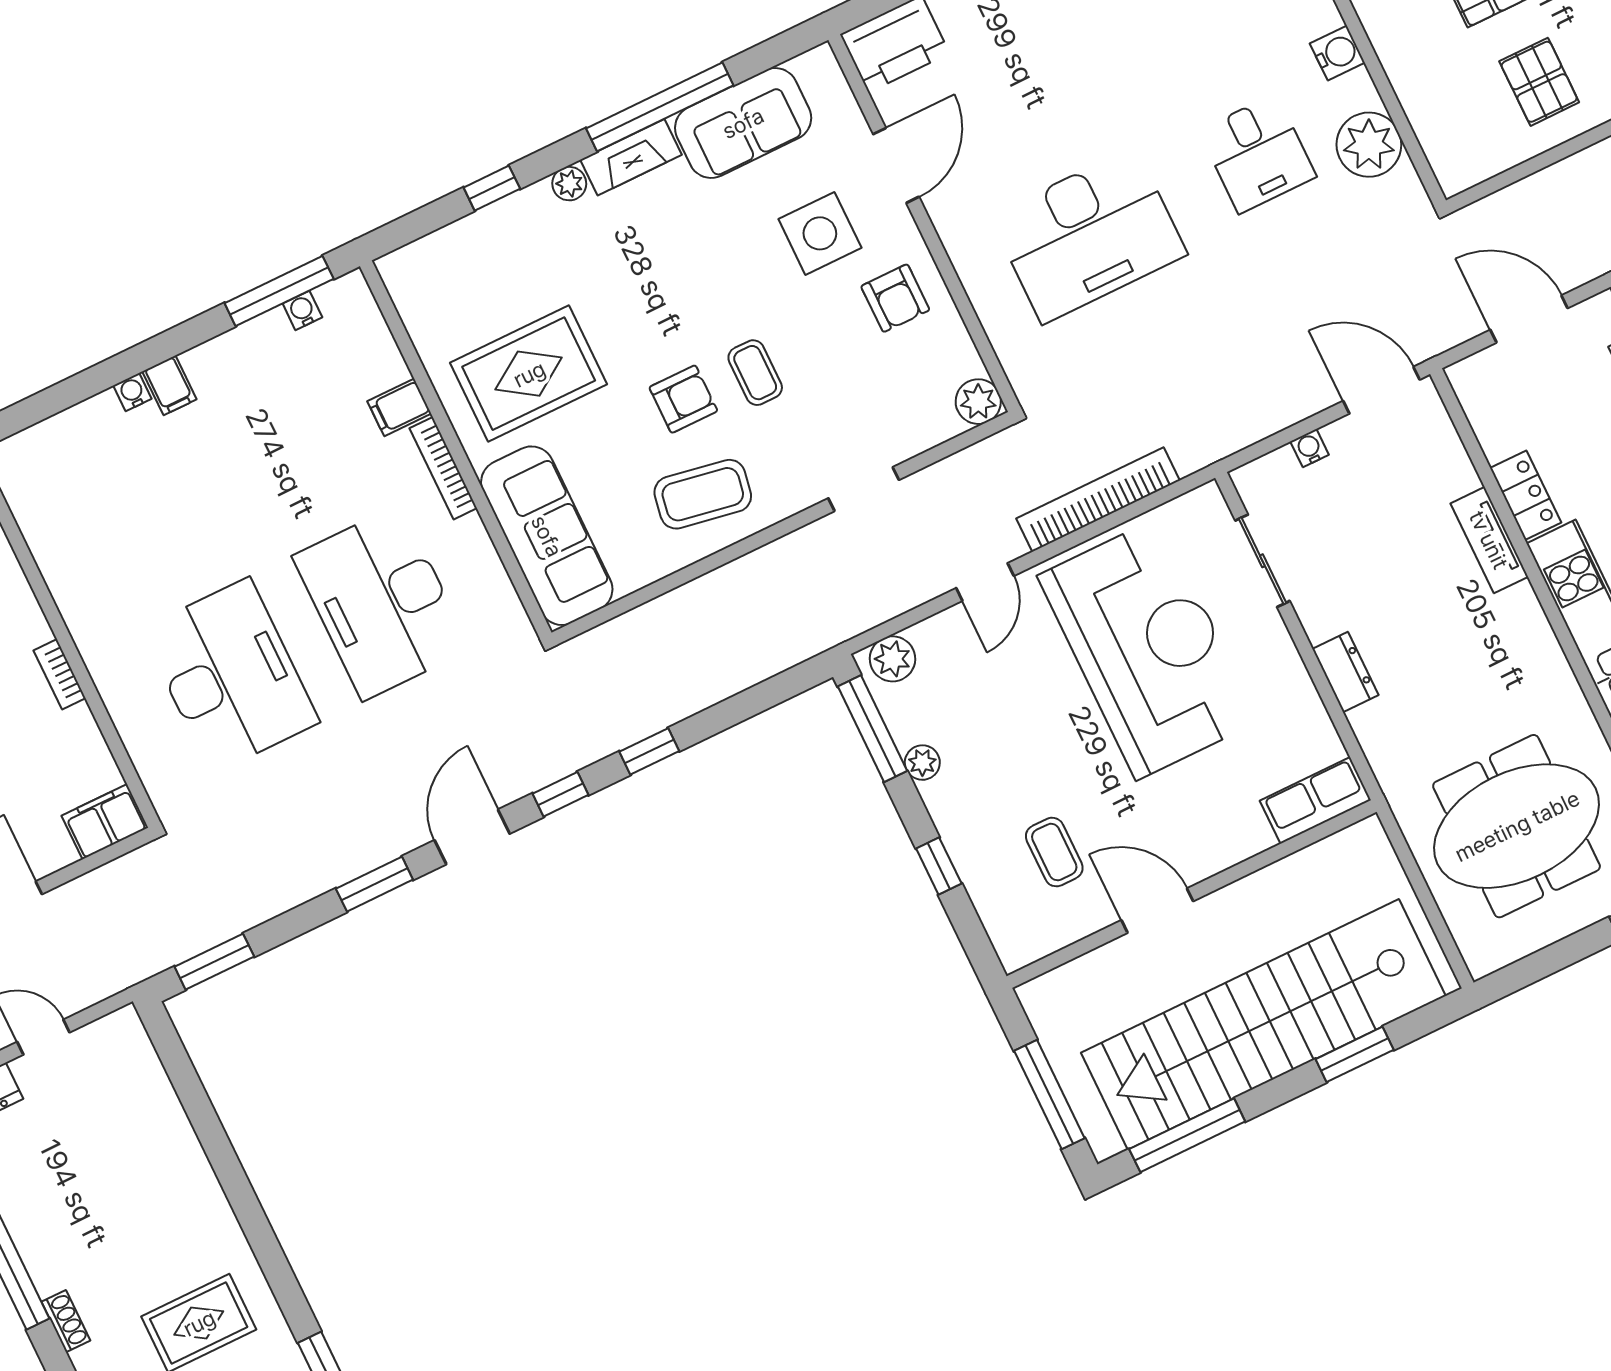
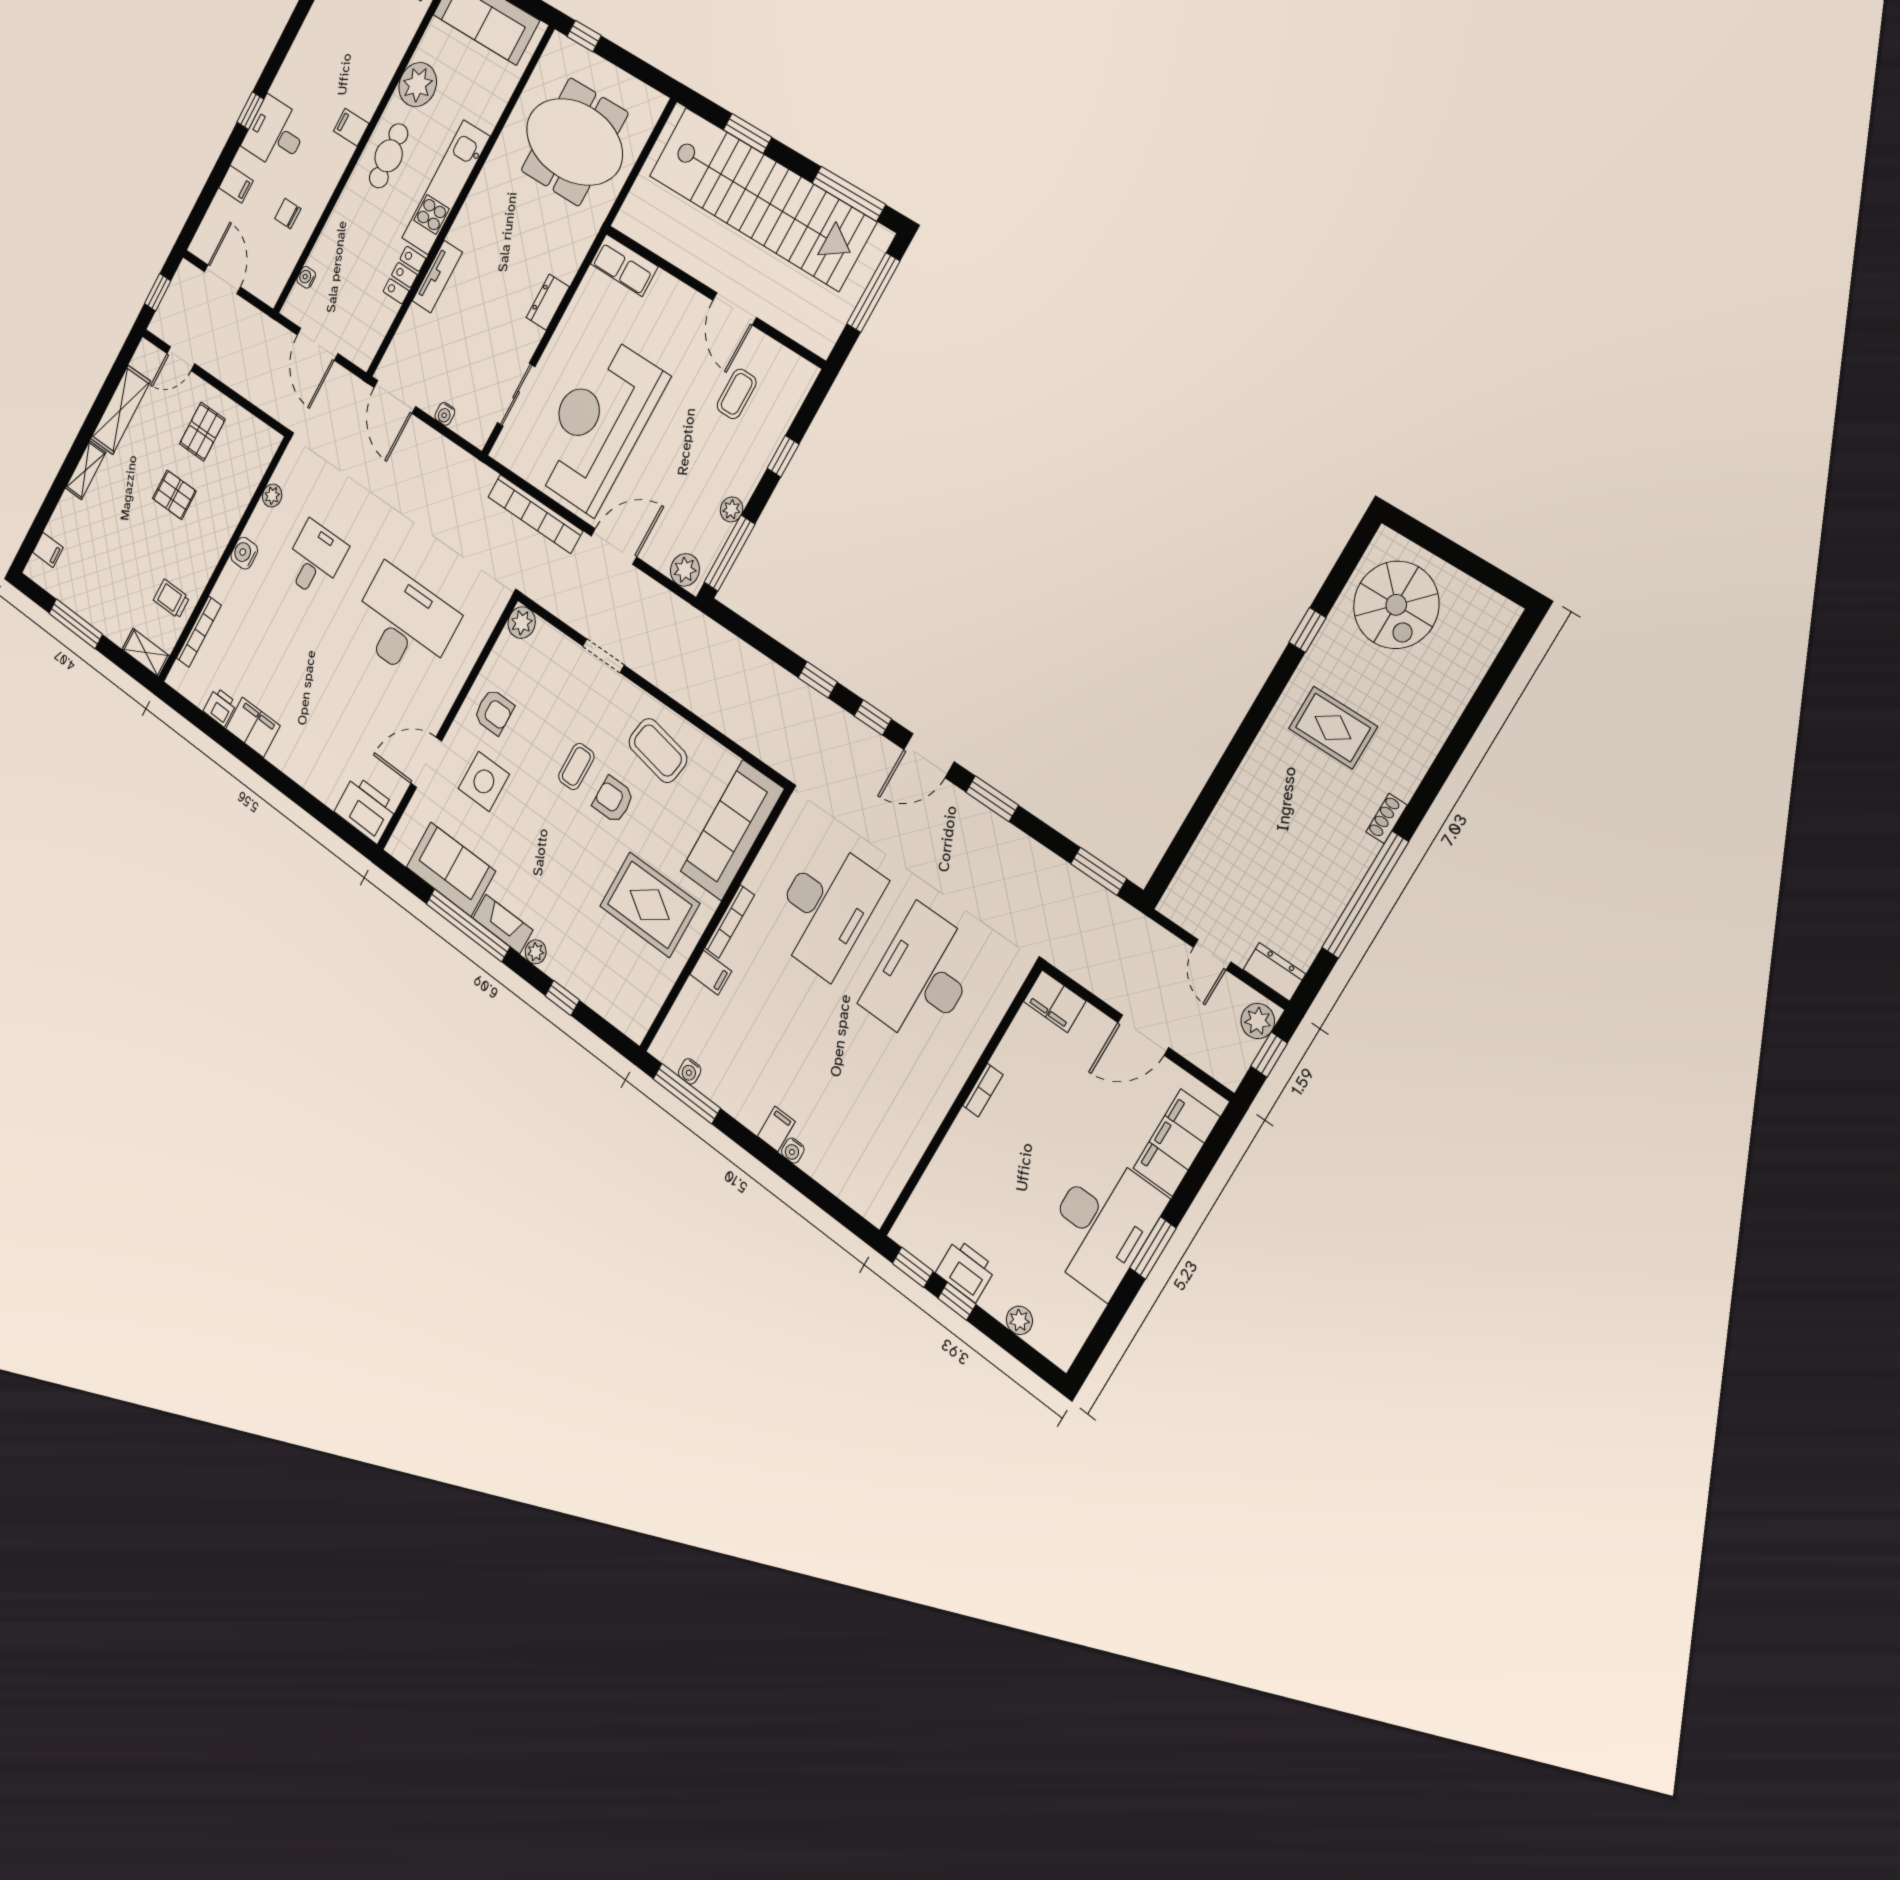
plant: (1369, 145) -> (272, 496), width x0.53, depth x0.53
armchair: (895, 298) -> (494, 712), turned 90
door: (985, 582) -> (614, 546), width x1.38

